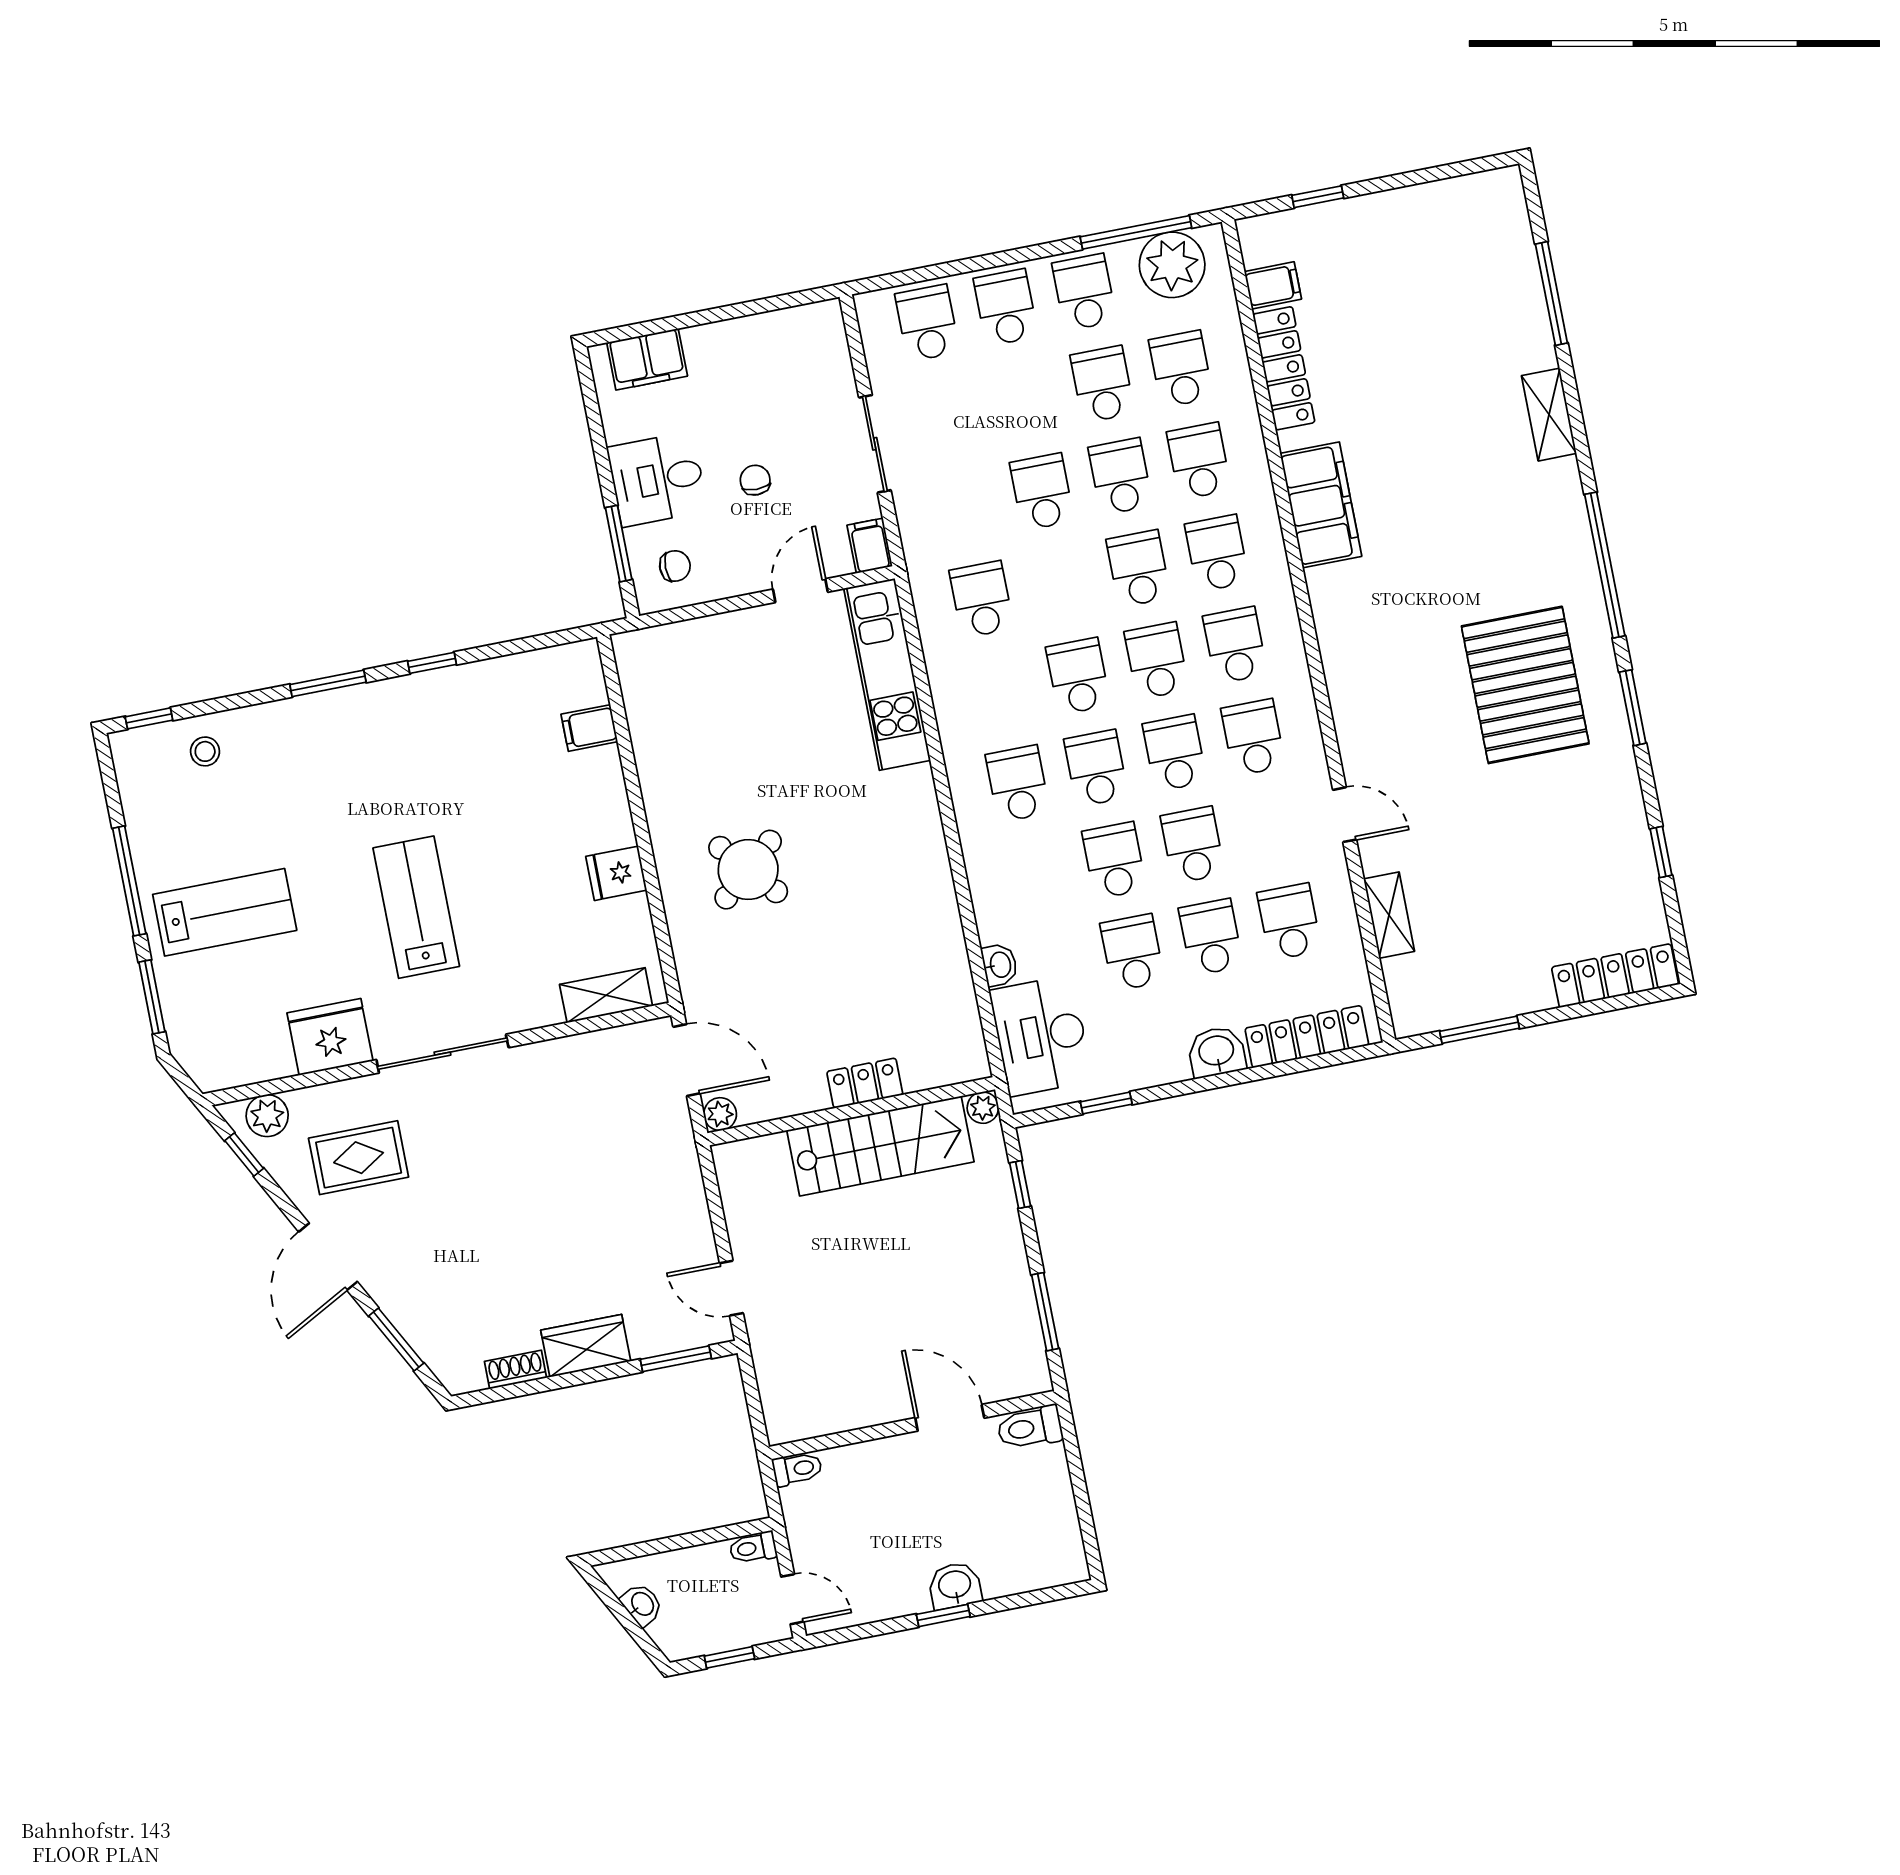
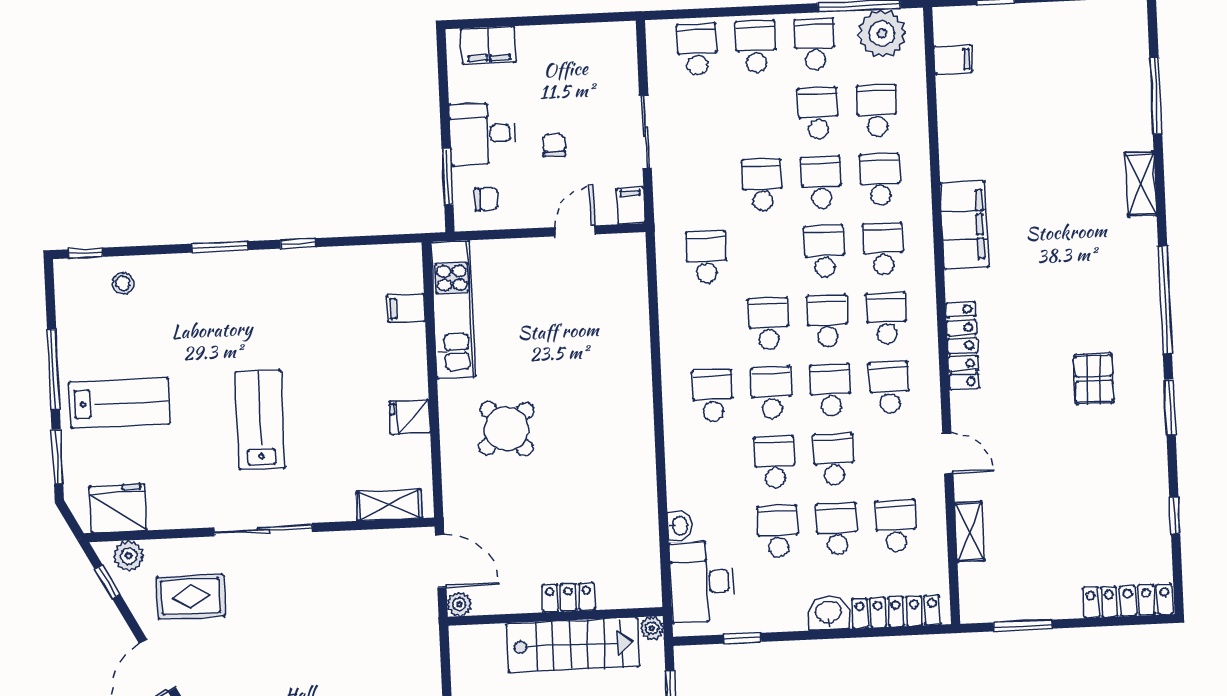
locker: (1284, 368) -> (962, 346), moved
kitchen unit: (887, 674) -> (453, 309), moved, turned 180
pallet: (1525, 685) -> (1094, 379), width x0.49, depth x0.50
fridge: (330, 1037) -> (118, 508), moved

